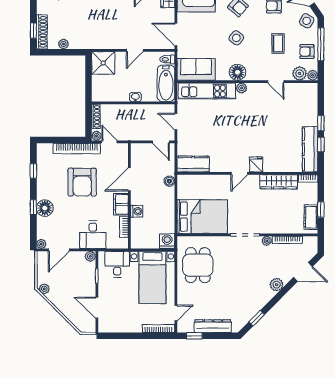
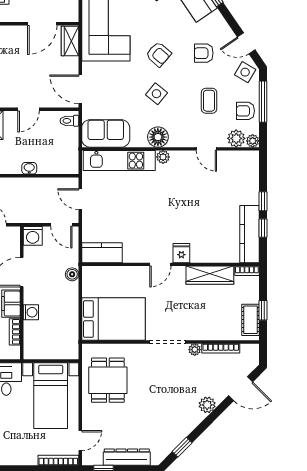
bathtub: (166, 83) -> (68, 151), removed
washing machine: (167, 241) -> (33, 236), moved, turned 180

